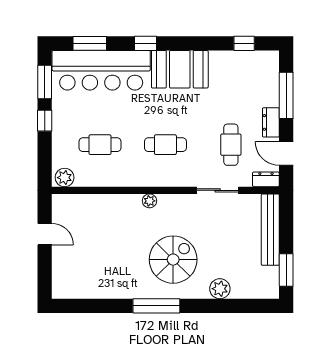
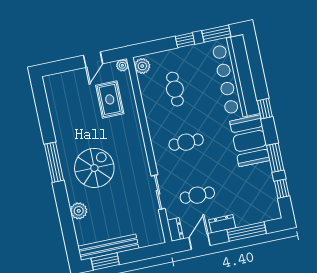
window: (90, 43) -> (275, 158), moved
cafe table: (165, 145) -> (186, 142), turned 90
plant: (149, 201) -> (122, 65), moved
rug: (96, 224) -> (110, 99), added
bench: (270, 230) -> (108, 247), moved
spiral stairs: (173, 260) -> (94, 168), turned -90

